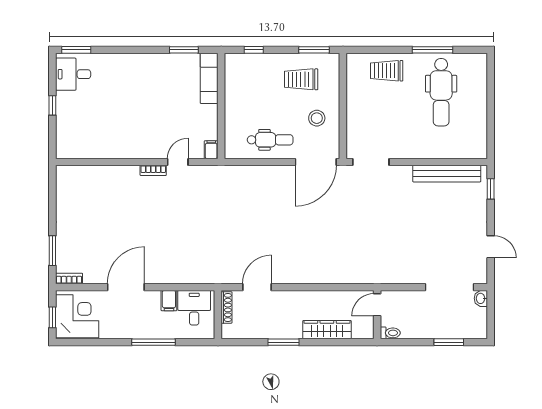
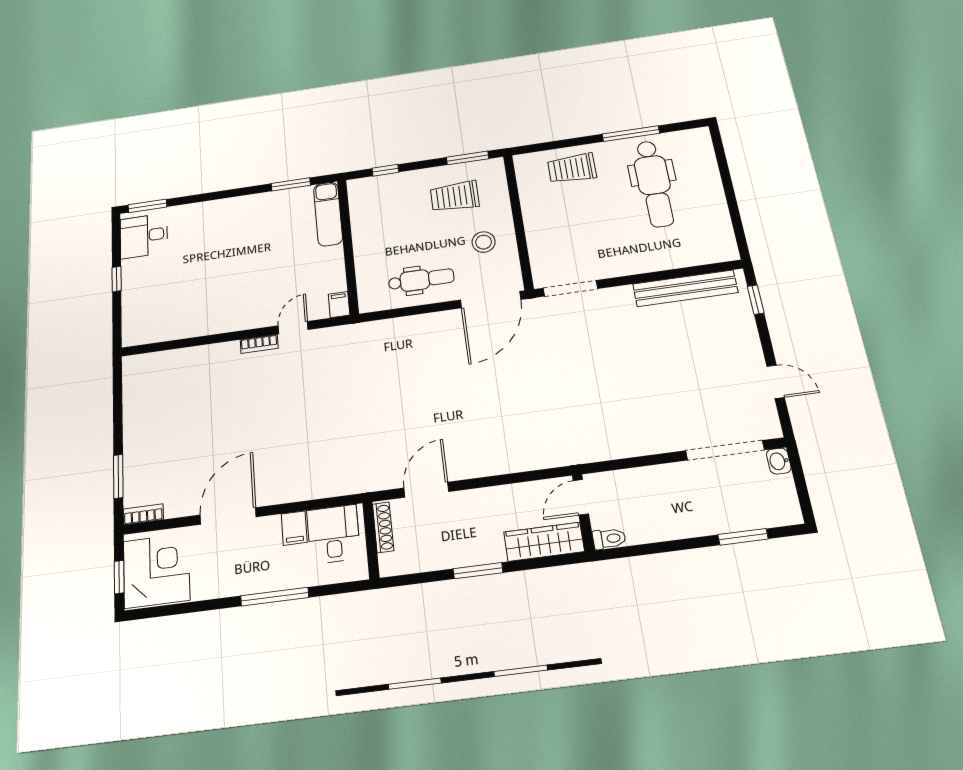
door: (377, 305) -> (581, 497), moved
wall: (377, 315) -> (583, 512), moved
toilet: (390, 333) -> (609, 539), moved

